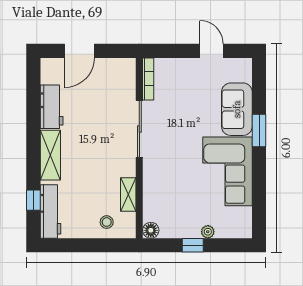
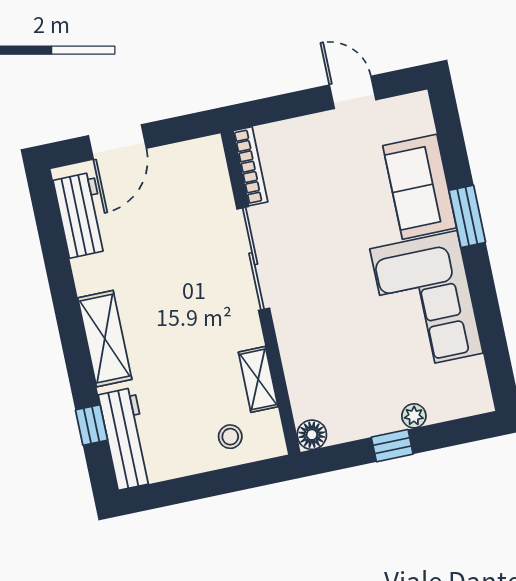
workbench: (52, 107) -> (81, 215), moved

